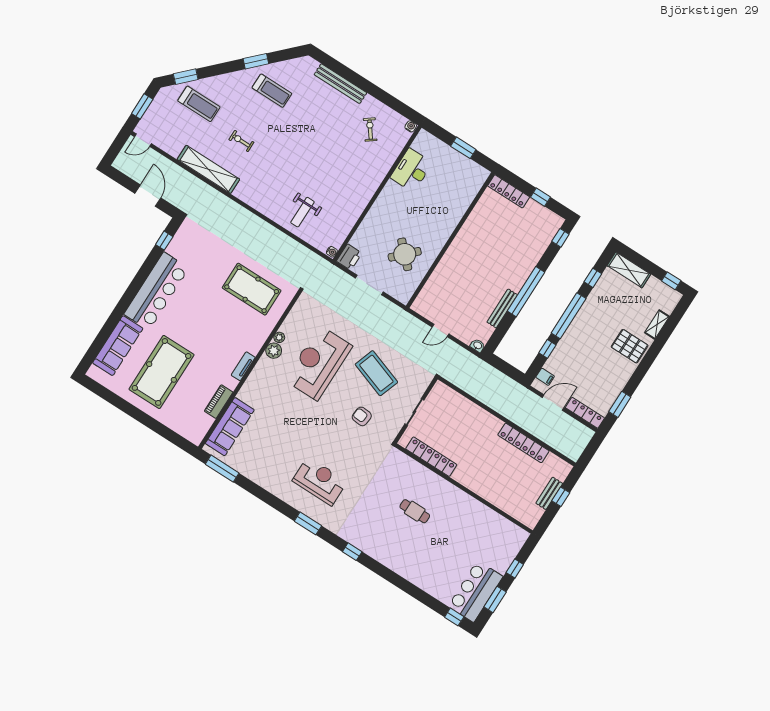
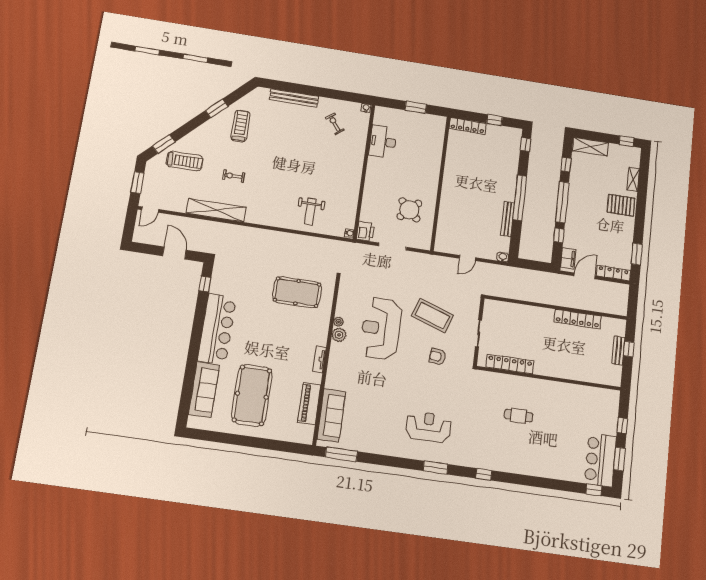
treadmill: (272, 91) -> (241, 126), turned -90
filing cabinet: (545, 377) -> (568, 258), width x2.00
piano: (219, 402) -> (309, 404), width x1.37, depth x1.33

